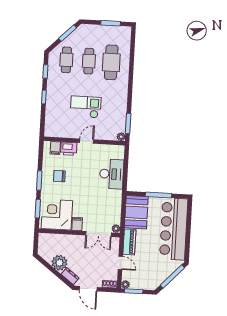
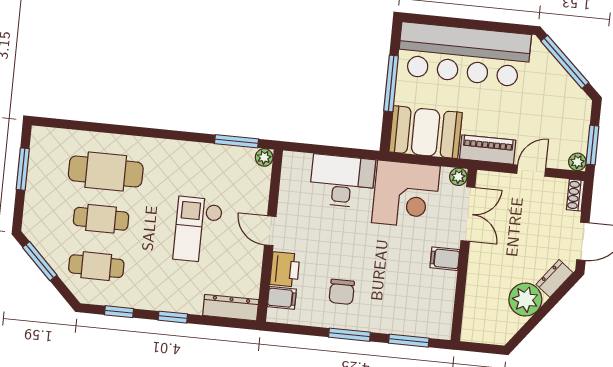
dresser: (50, 124) -> (231, 308), added
corner desk: (57, 215) -> (406, 194), moved, turned -90

